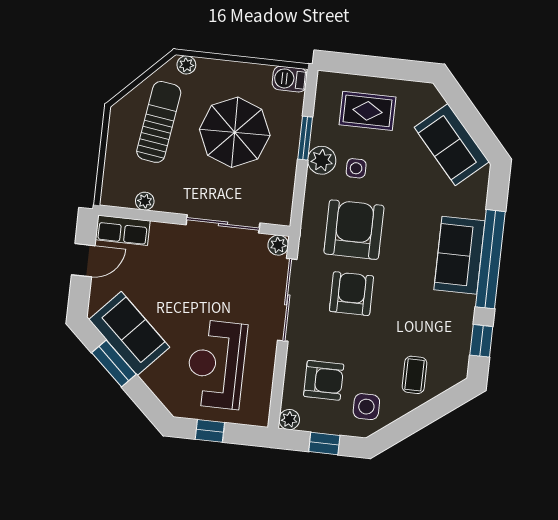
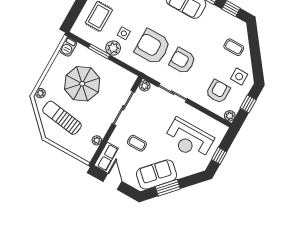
coffee table: (170, 275) -> (137, 143), added
sliding door: (287, 300) -> (172, 93), width x0.73

